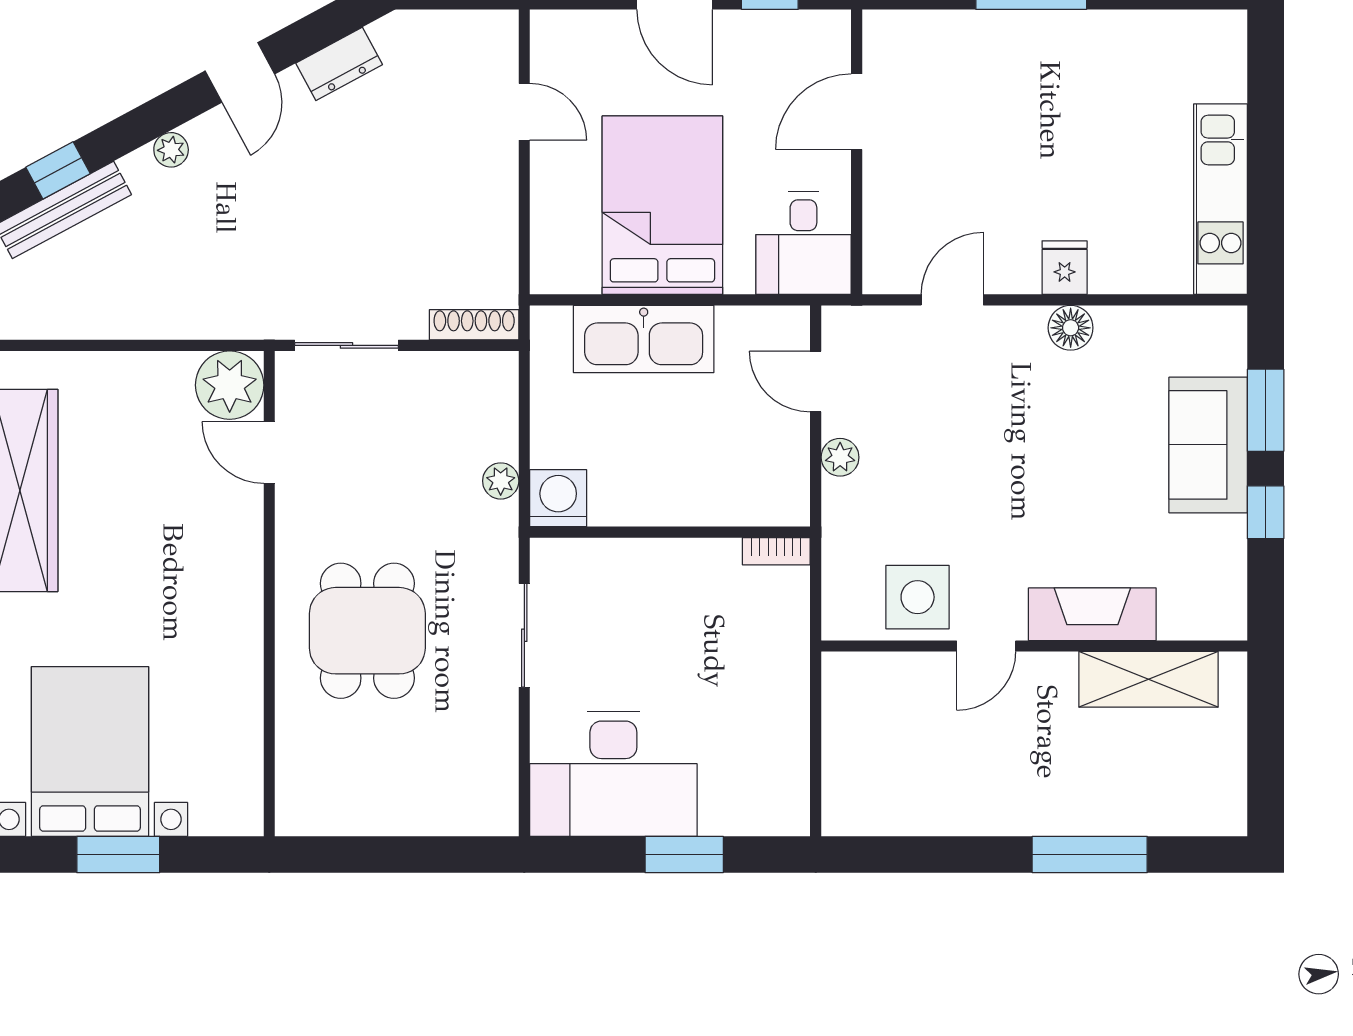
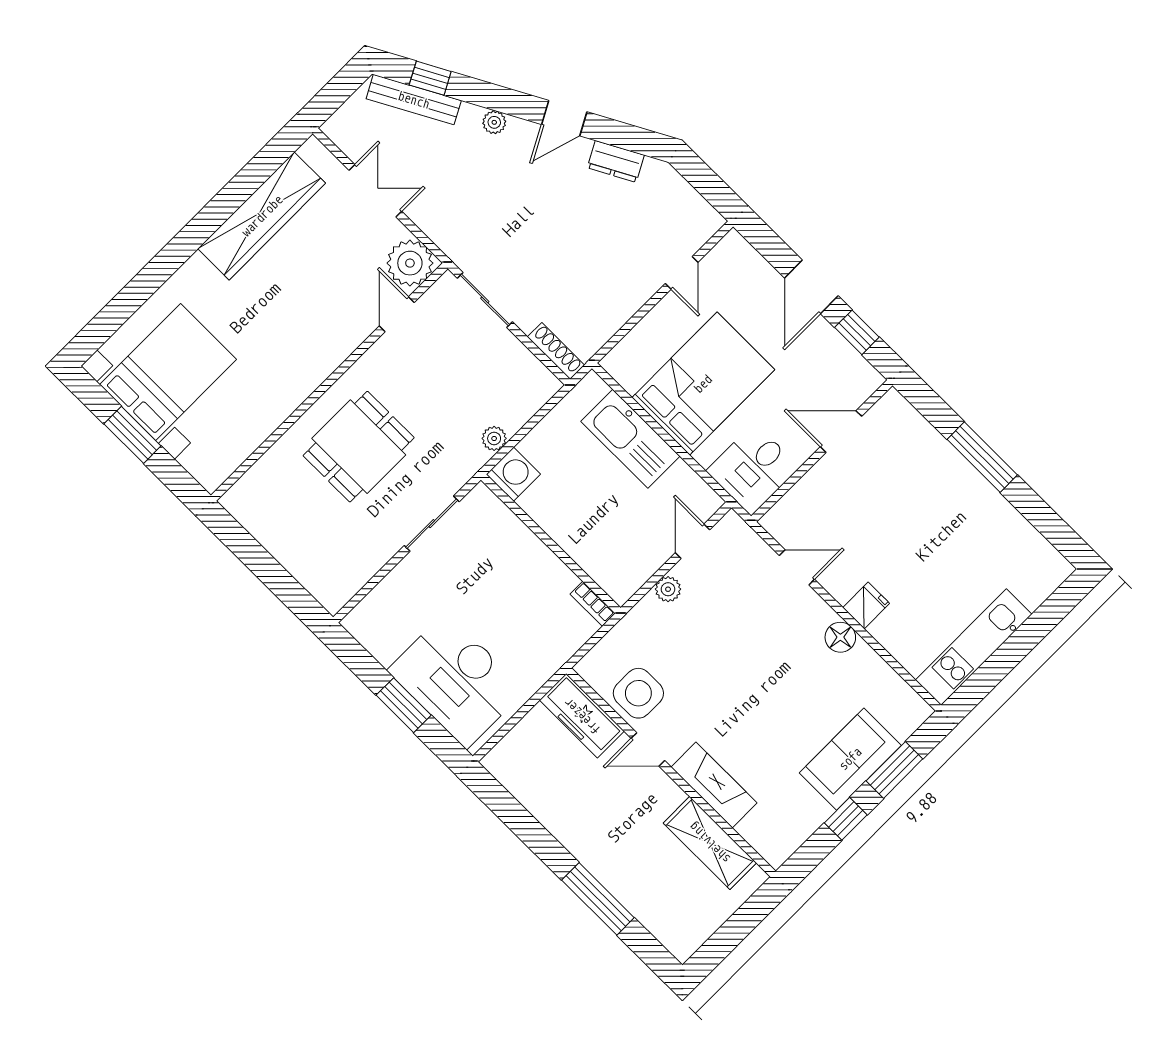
double door: (118, 345) -> (375, 191), added
freezer: (882, 680) -> (582, 716), added
desk: (613, 774) -> (456, 680), moved

